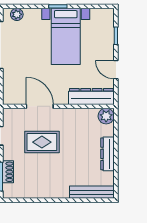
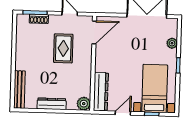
plant: (17, 14) -> (172, 43), moved
bed with nightstands: (66, 36) -> (155, 88), moved, turned 90
door: (40, 106) -> (94, 32), moved

